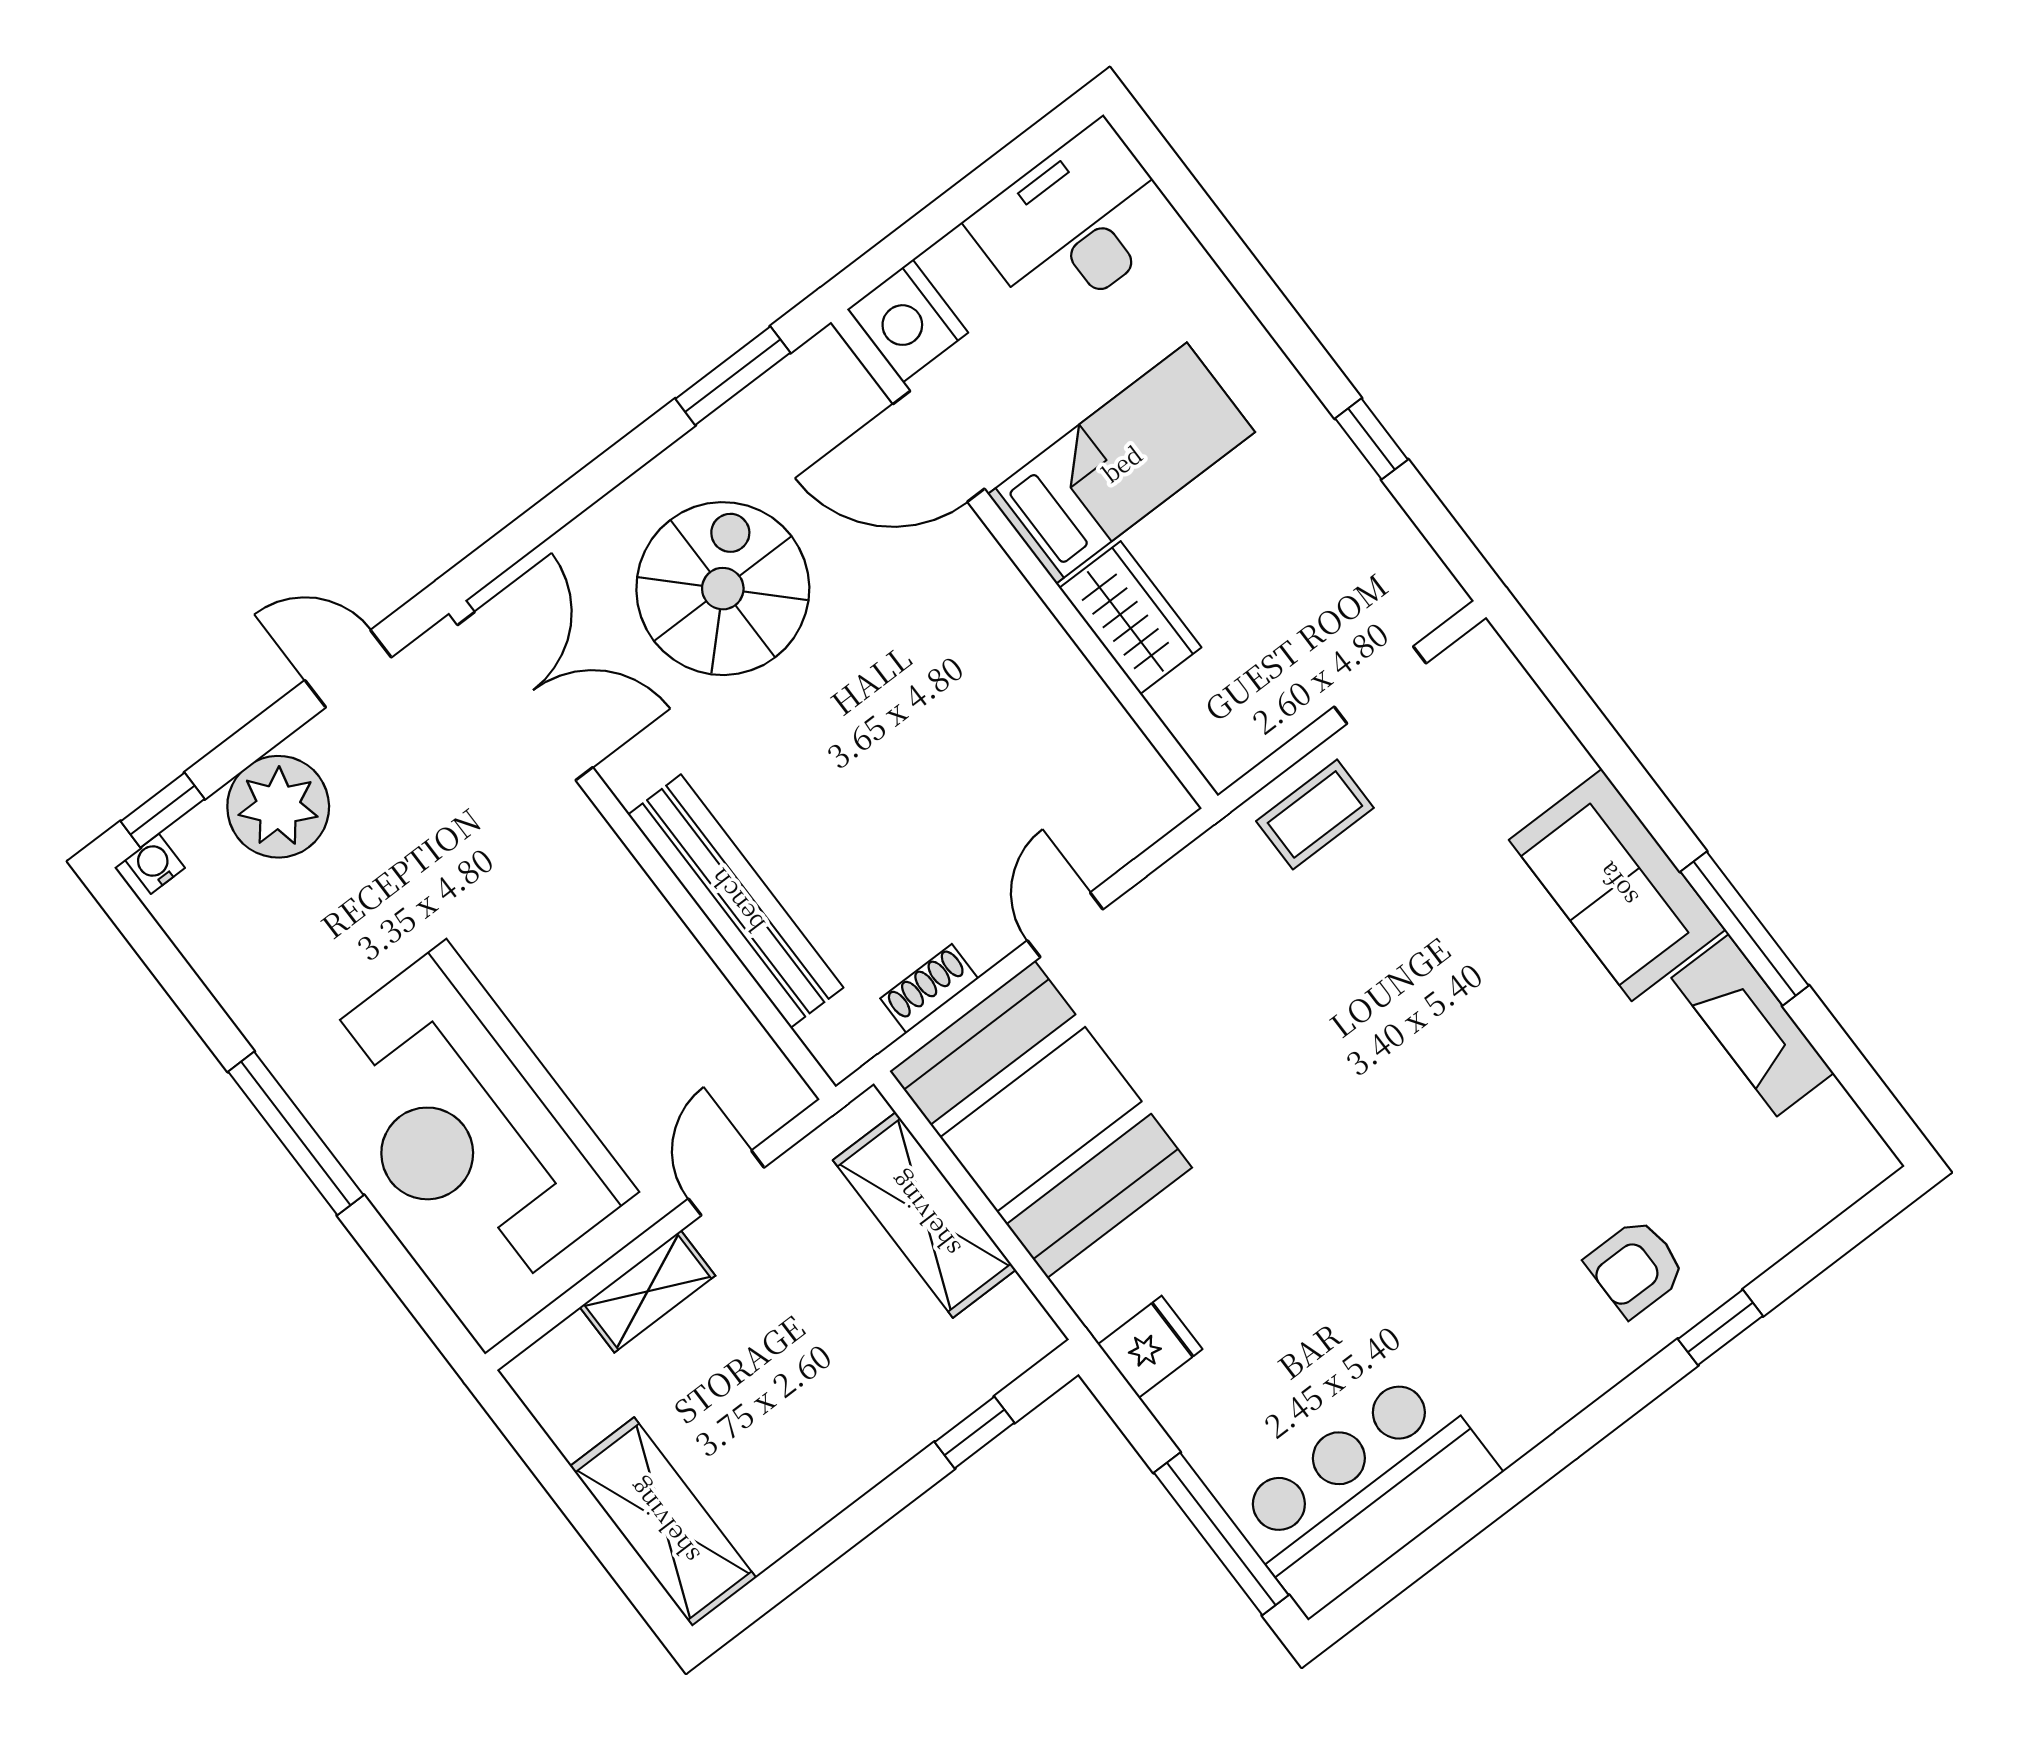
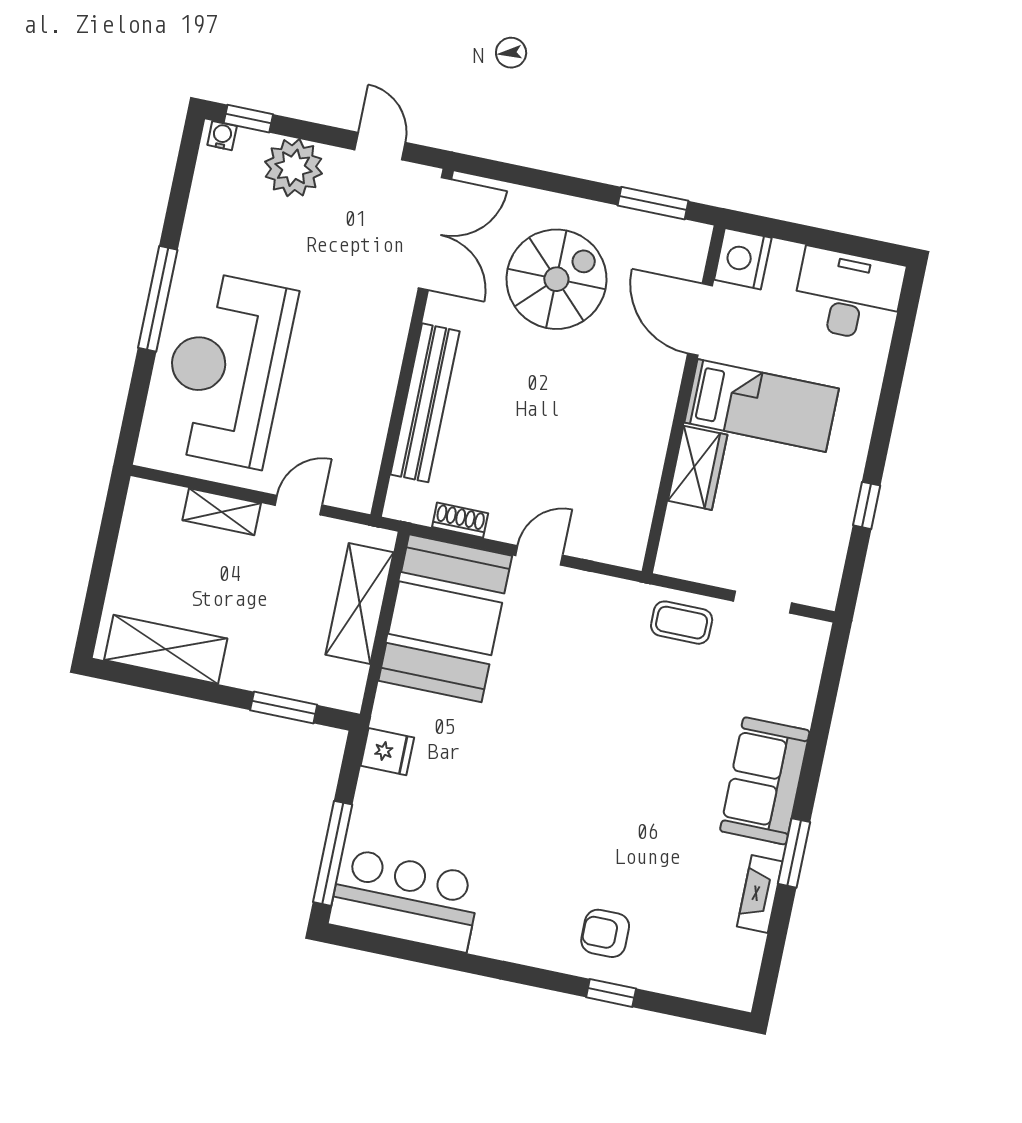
window: (1745, 929) -> (794, 853), width x0.69
fireplace: (1753, 1025) -> (760, 894), width x0.73, depth x0.76
window: (974, 1432) -> (284, 707), width x1.50
shelving: (663, 1522) -> (166, 649), moved, turned 90

